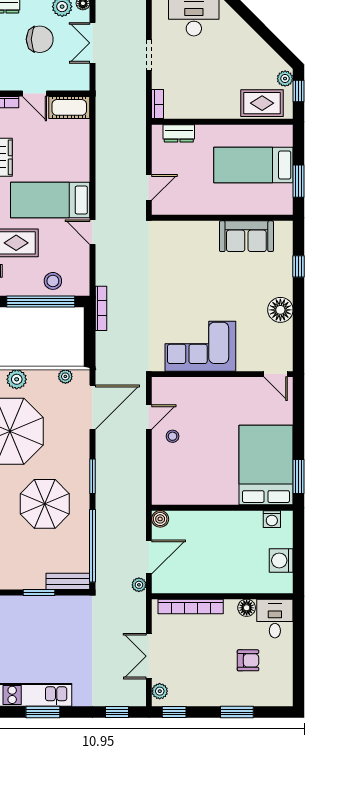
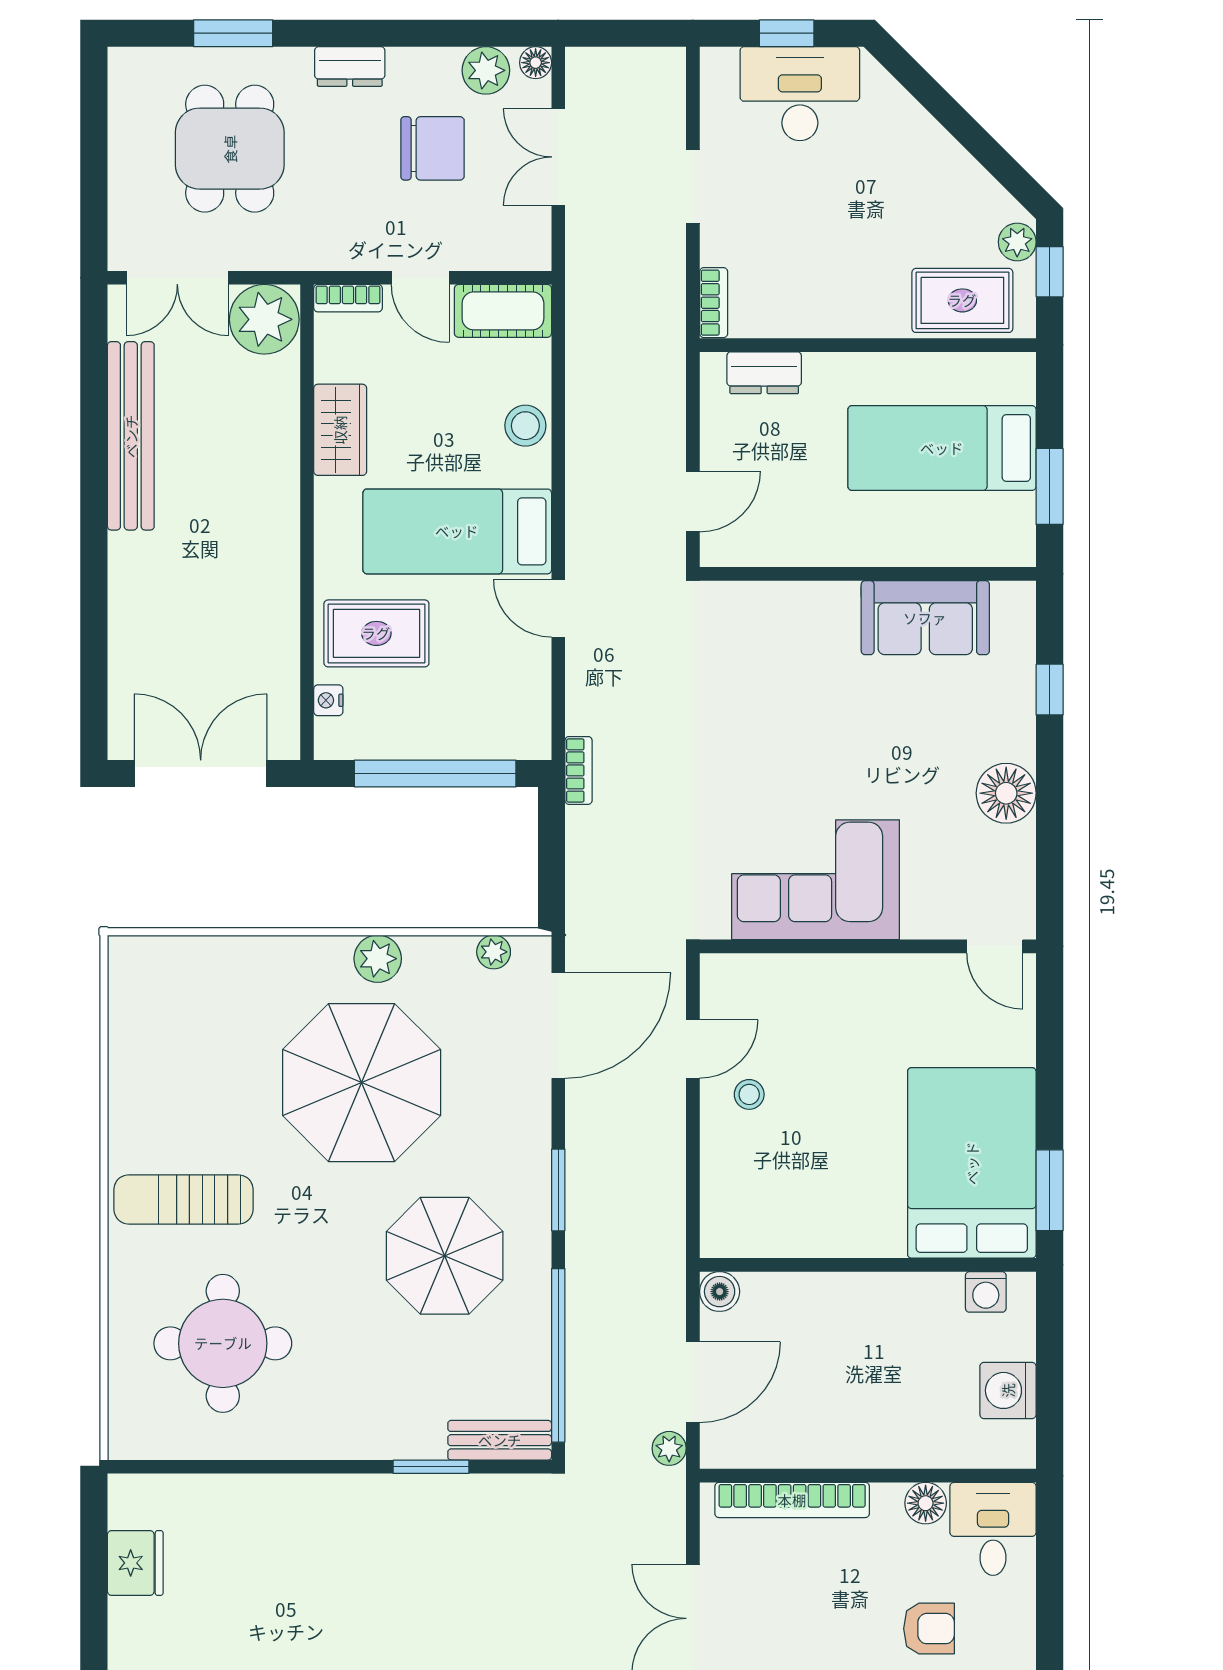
stool: (53, 281) -> (525, 426), moved
bookcase: (101, 308) -> (579, 770), width x0.64

